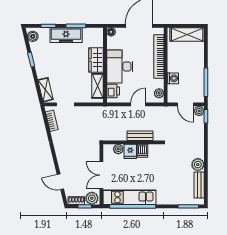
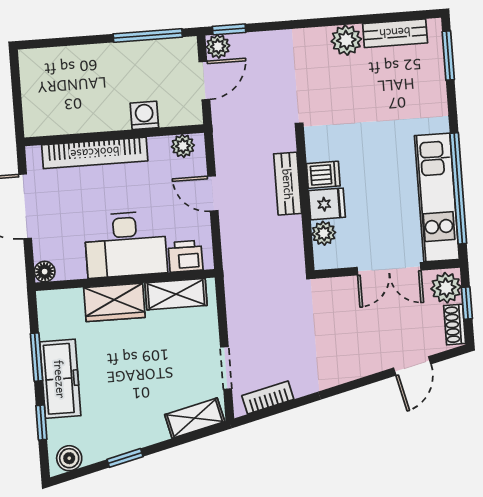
shelving: (187, 35) -> (37, 89), removed

